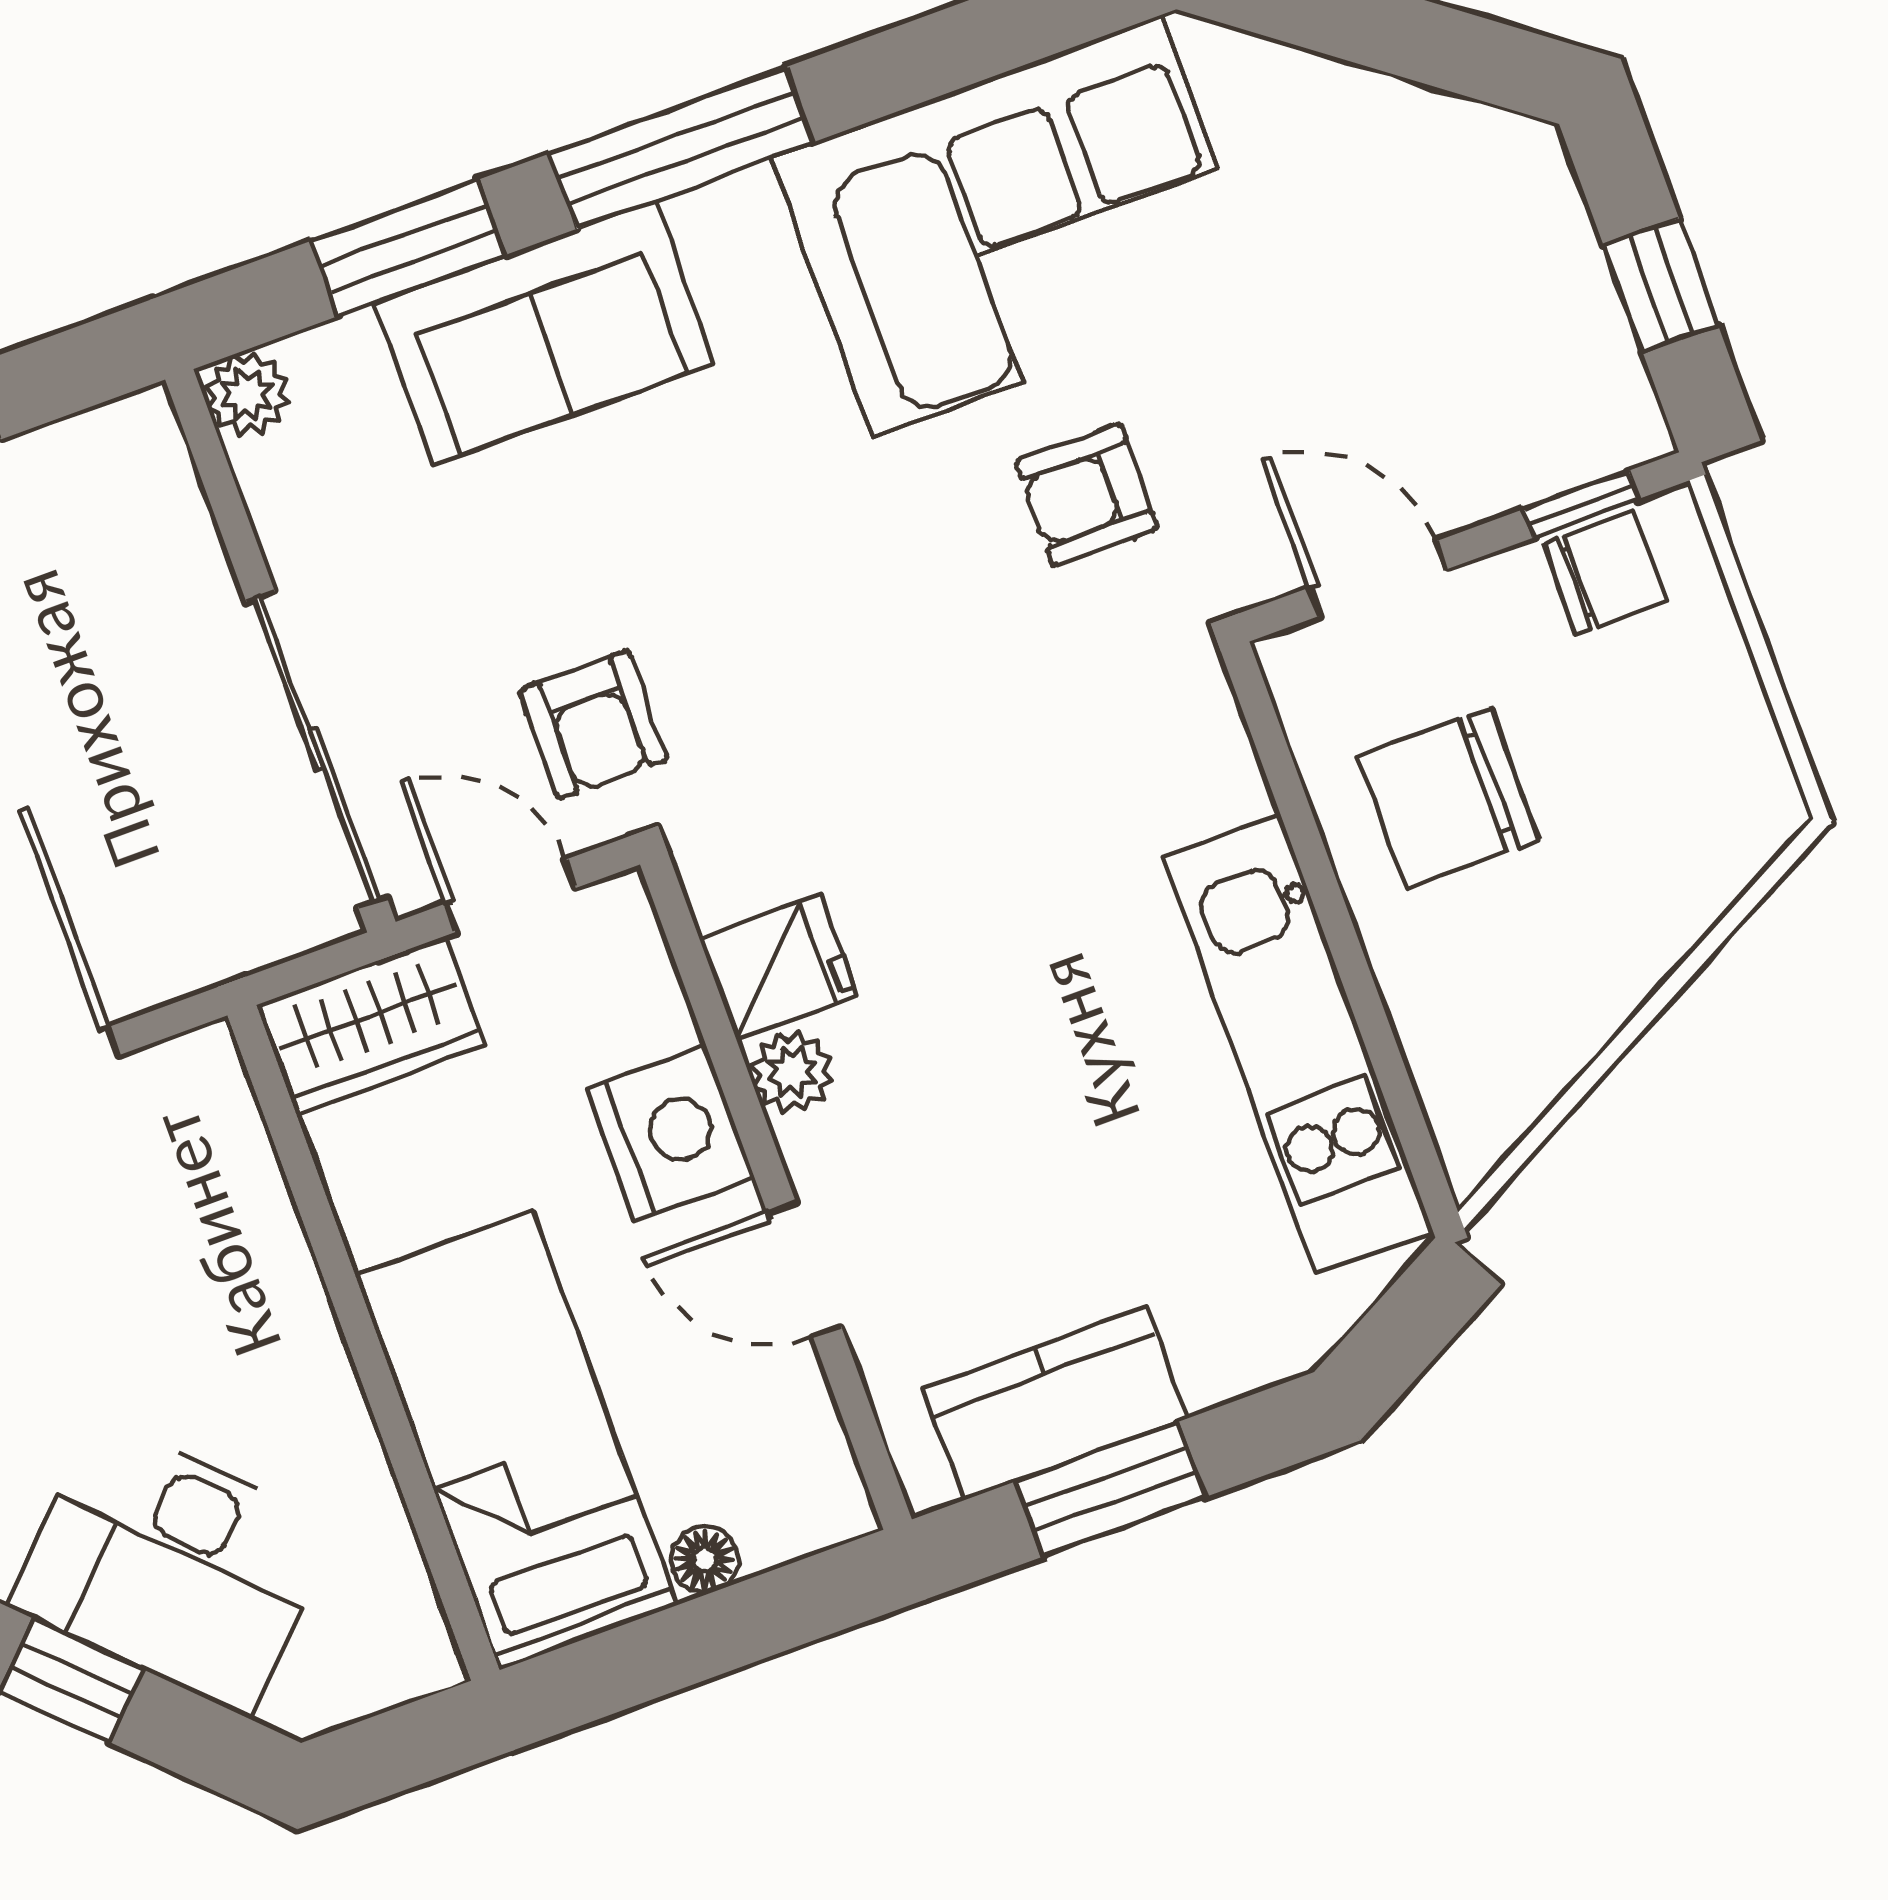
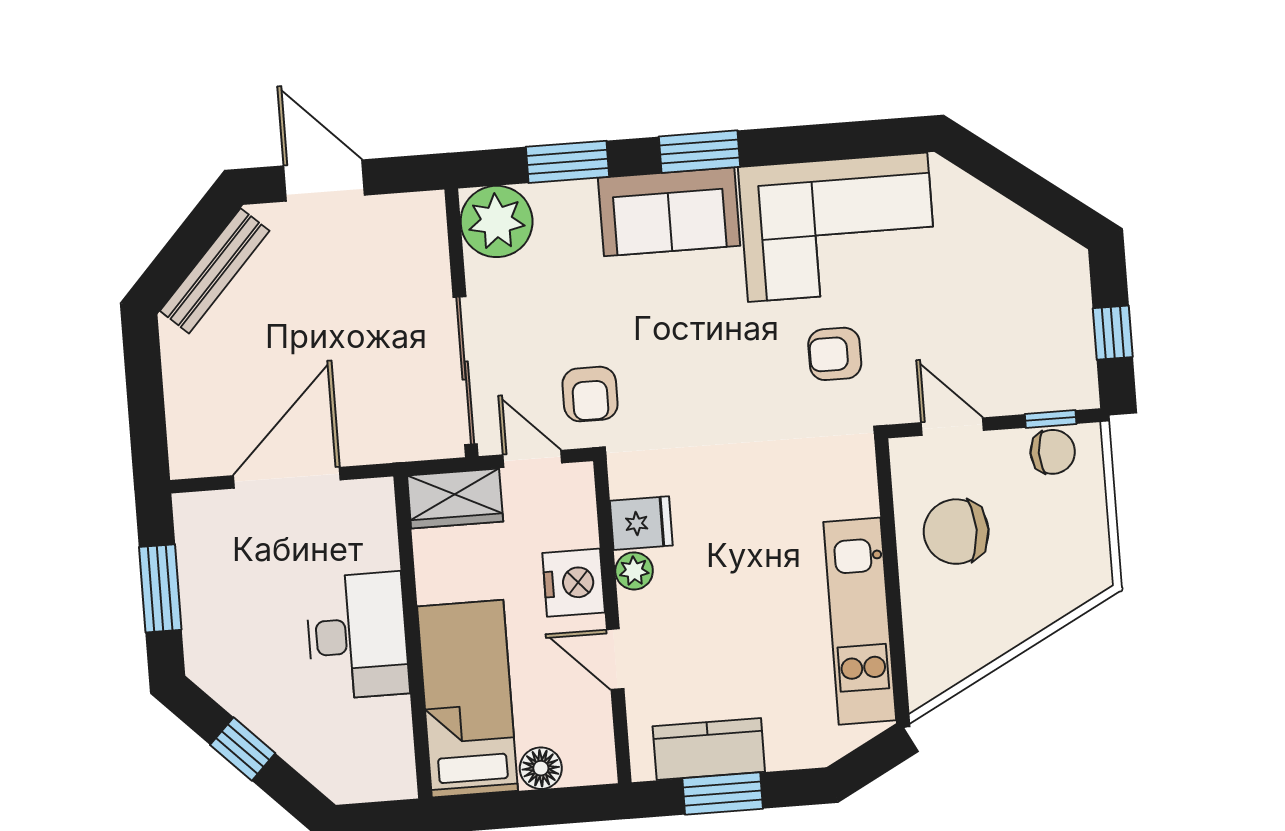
window: (681, 148) -> (700, 152), width x0.69
sofa: (544, 333) -> (669, 212), moved
plant: (247, 394) -> (497, 221), width x1.87, depth x1.87
floor lamp: (705, 1560) -> (541, 768), width x1.37, depth x1.37
desk: (173, 1567) -> (357, 636), moved, turned -135

